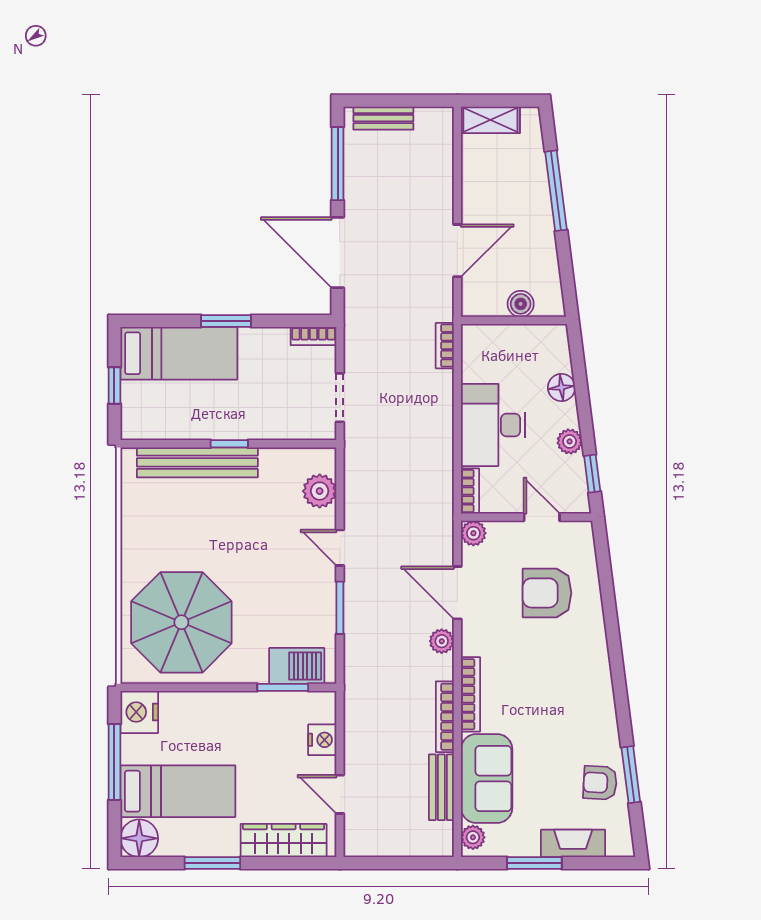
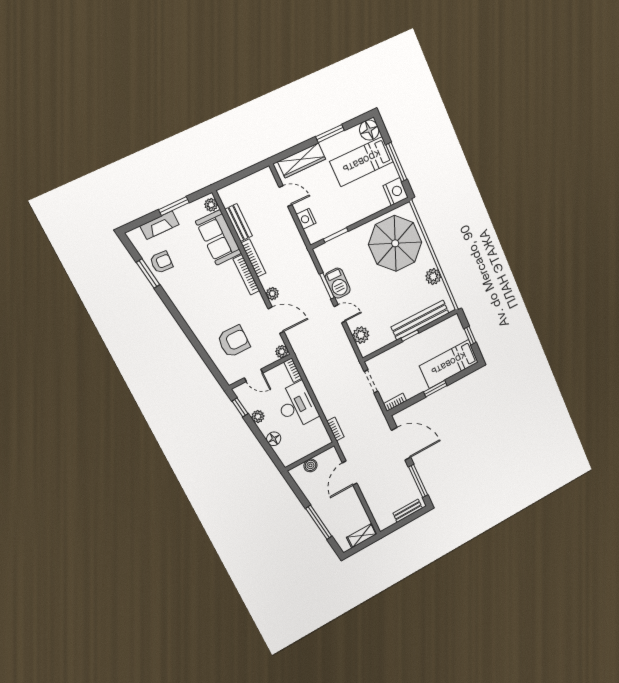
plant: (137, 529) -> (433, 276), added
barbecue: (297, 666) -> (338, 283), moved, turned -90

